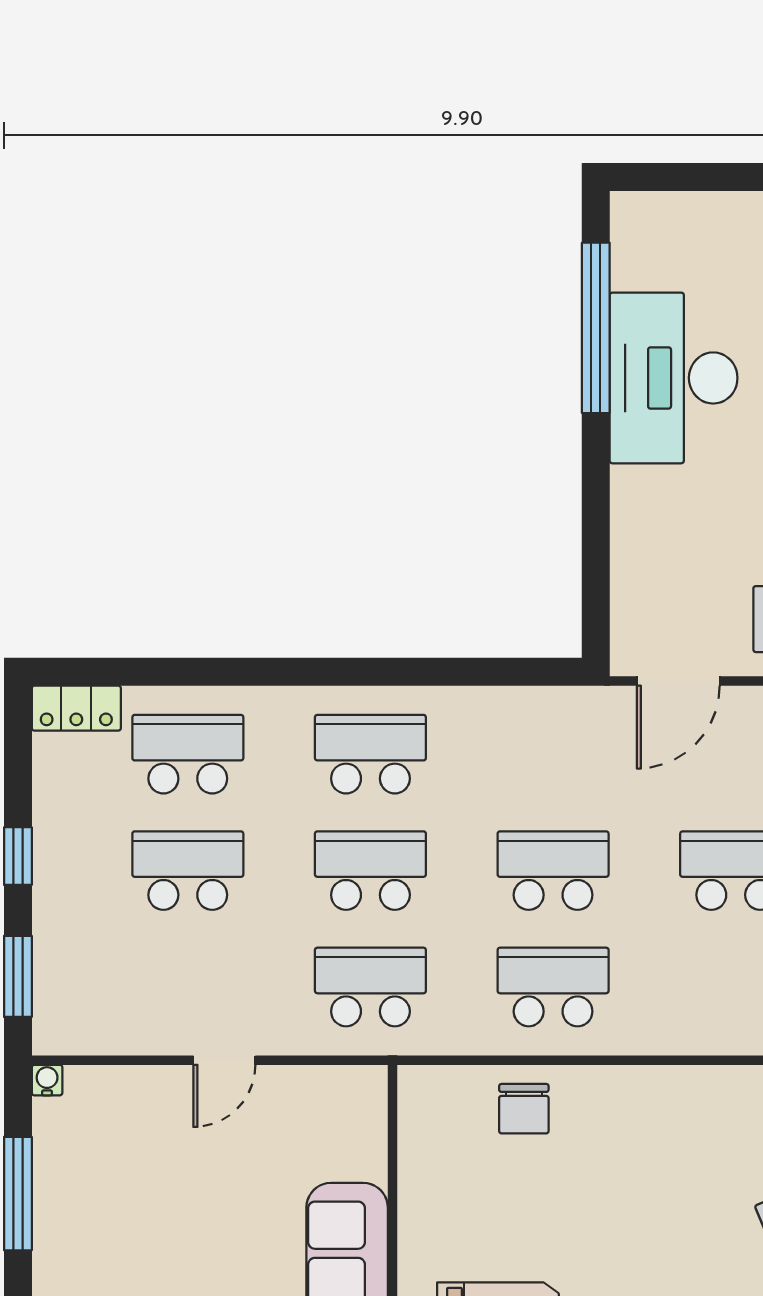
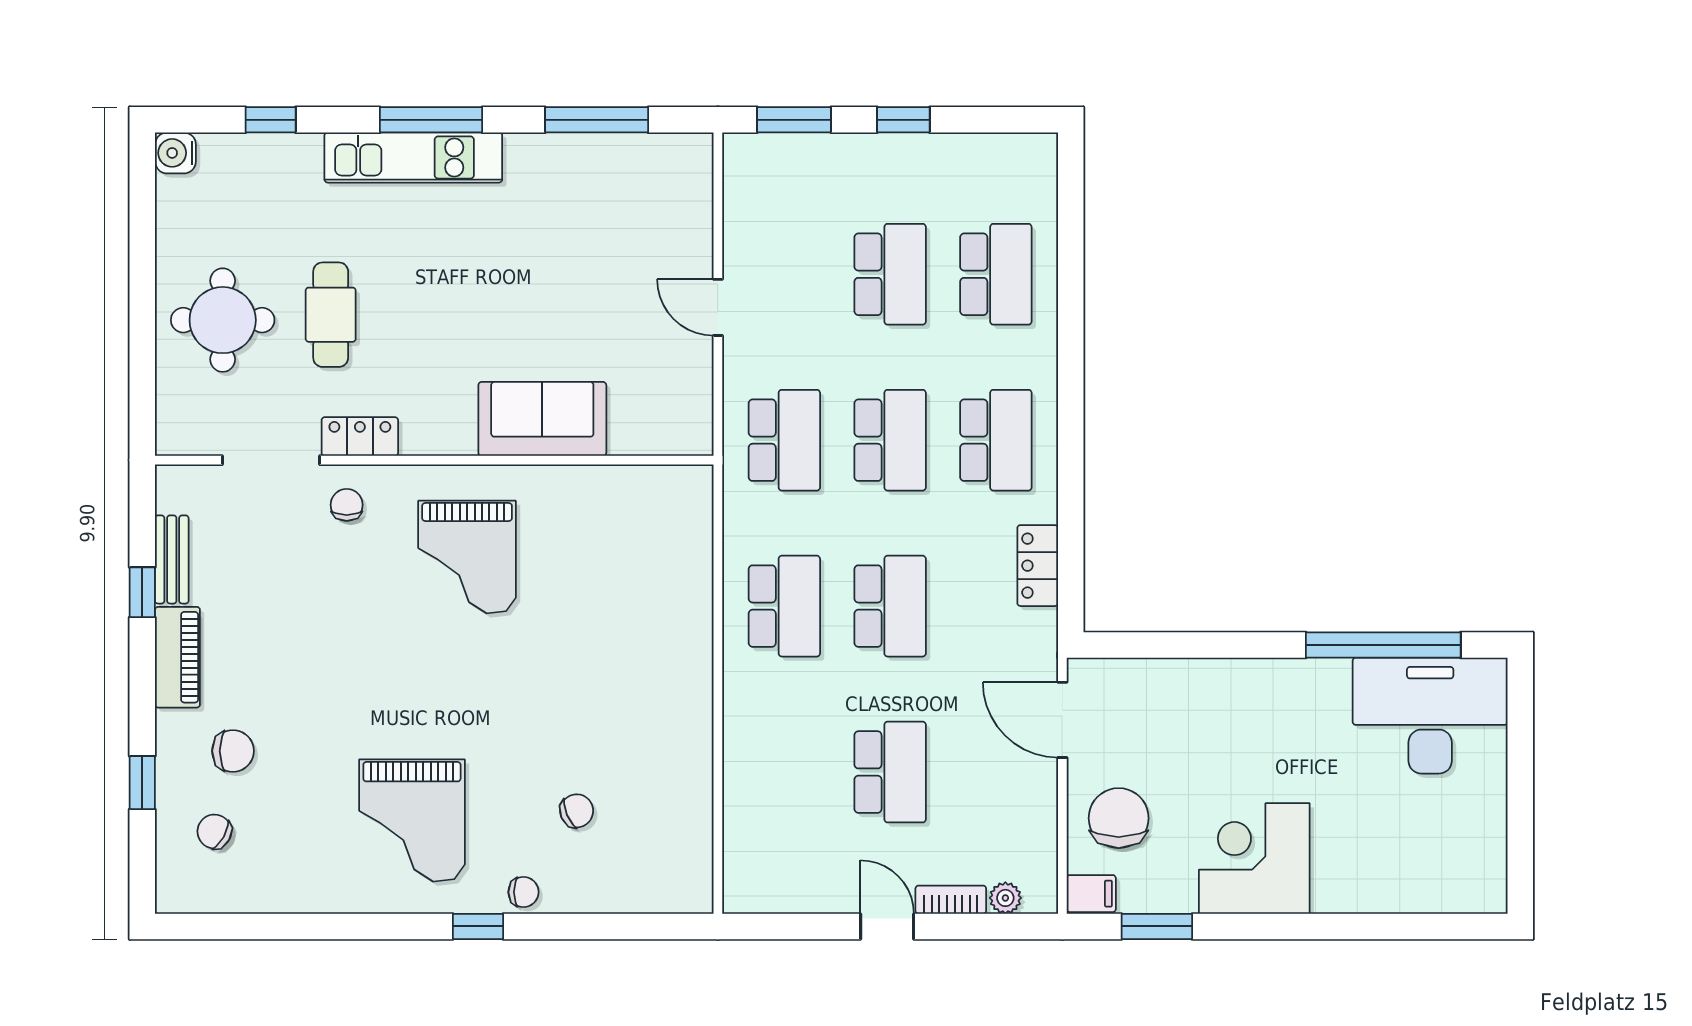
desk: (674, 378) -> (1430, 716), moved
locker: (76, 708) -> (1038, 566), moved
water cooler: (47, 1080) -> (700, 146), removed
chair: (524, 1109) -> (674, 580), removed

